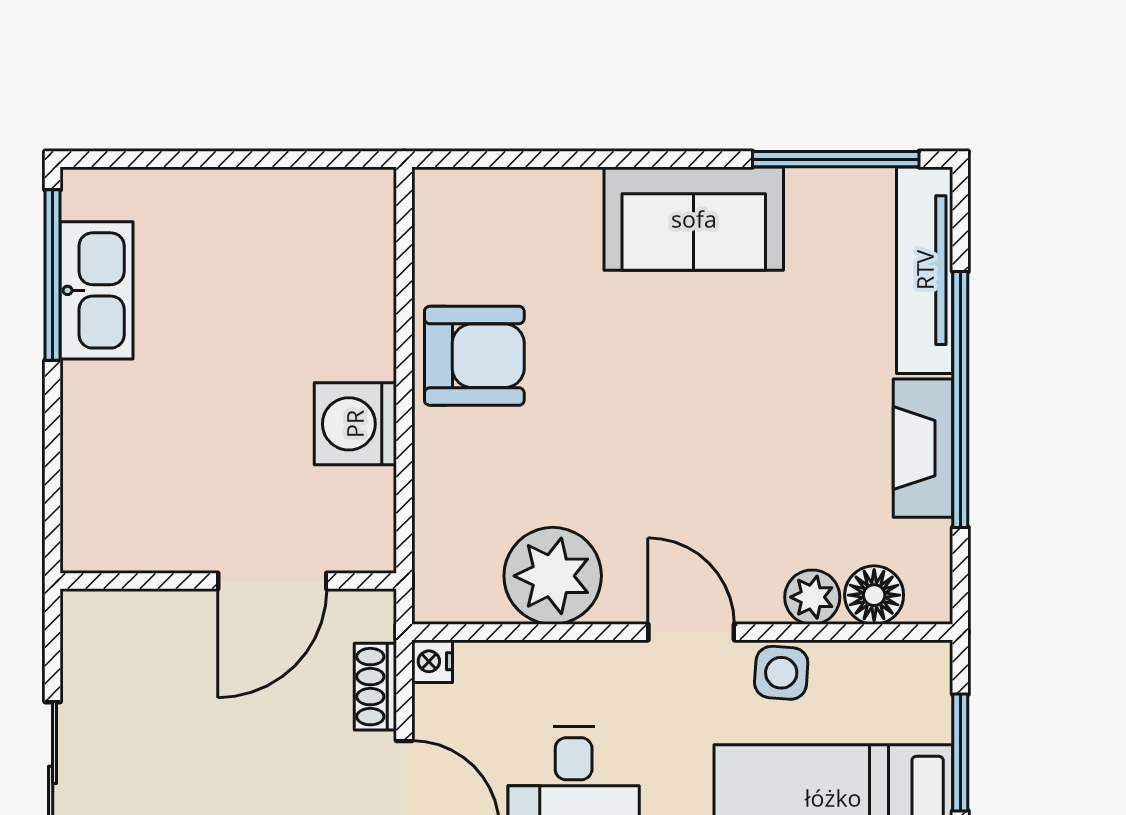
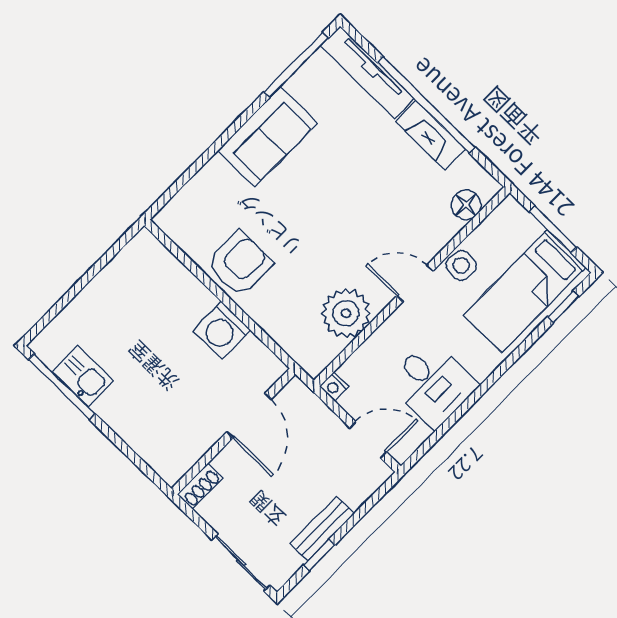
kitchen sink: (97, 290) -> (83, 376), width x0.73
plant: (812, 597) -> (445, 228), removed
shoe rack: (375, 687) -> (200, 486), moved, turned -90

